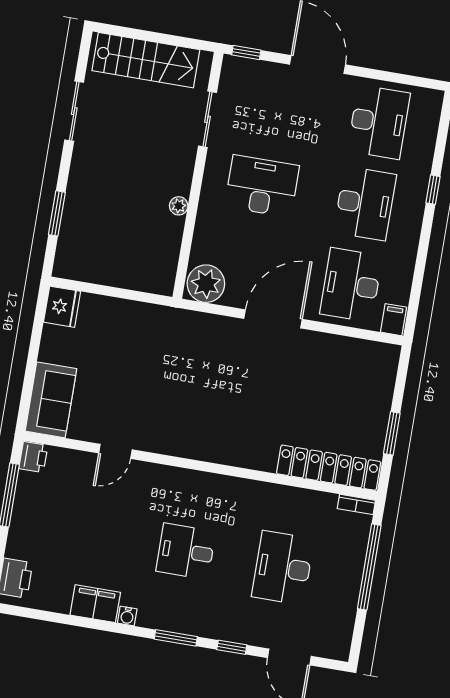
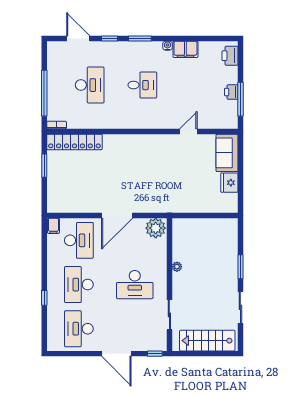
window: (57, 213) -> (240, 267), moved
fridge: (62, 307) -> (229, 183), moved
printer: (33, 457) -> (231, 92), moved

